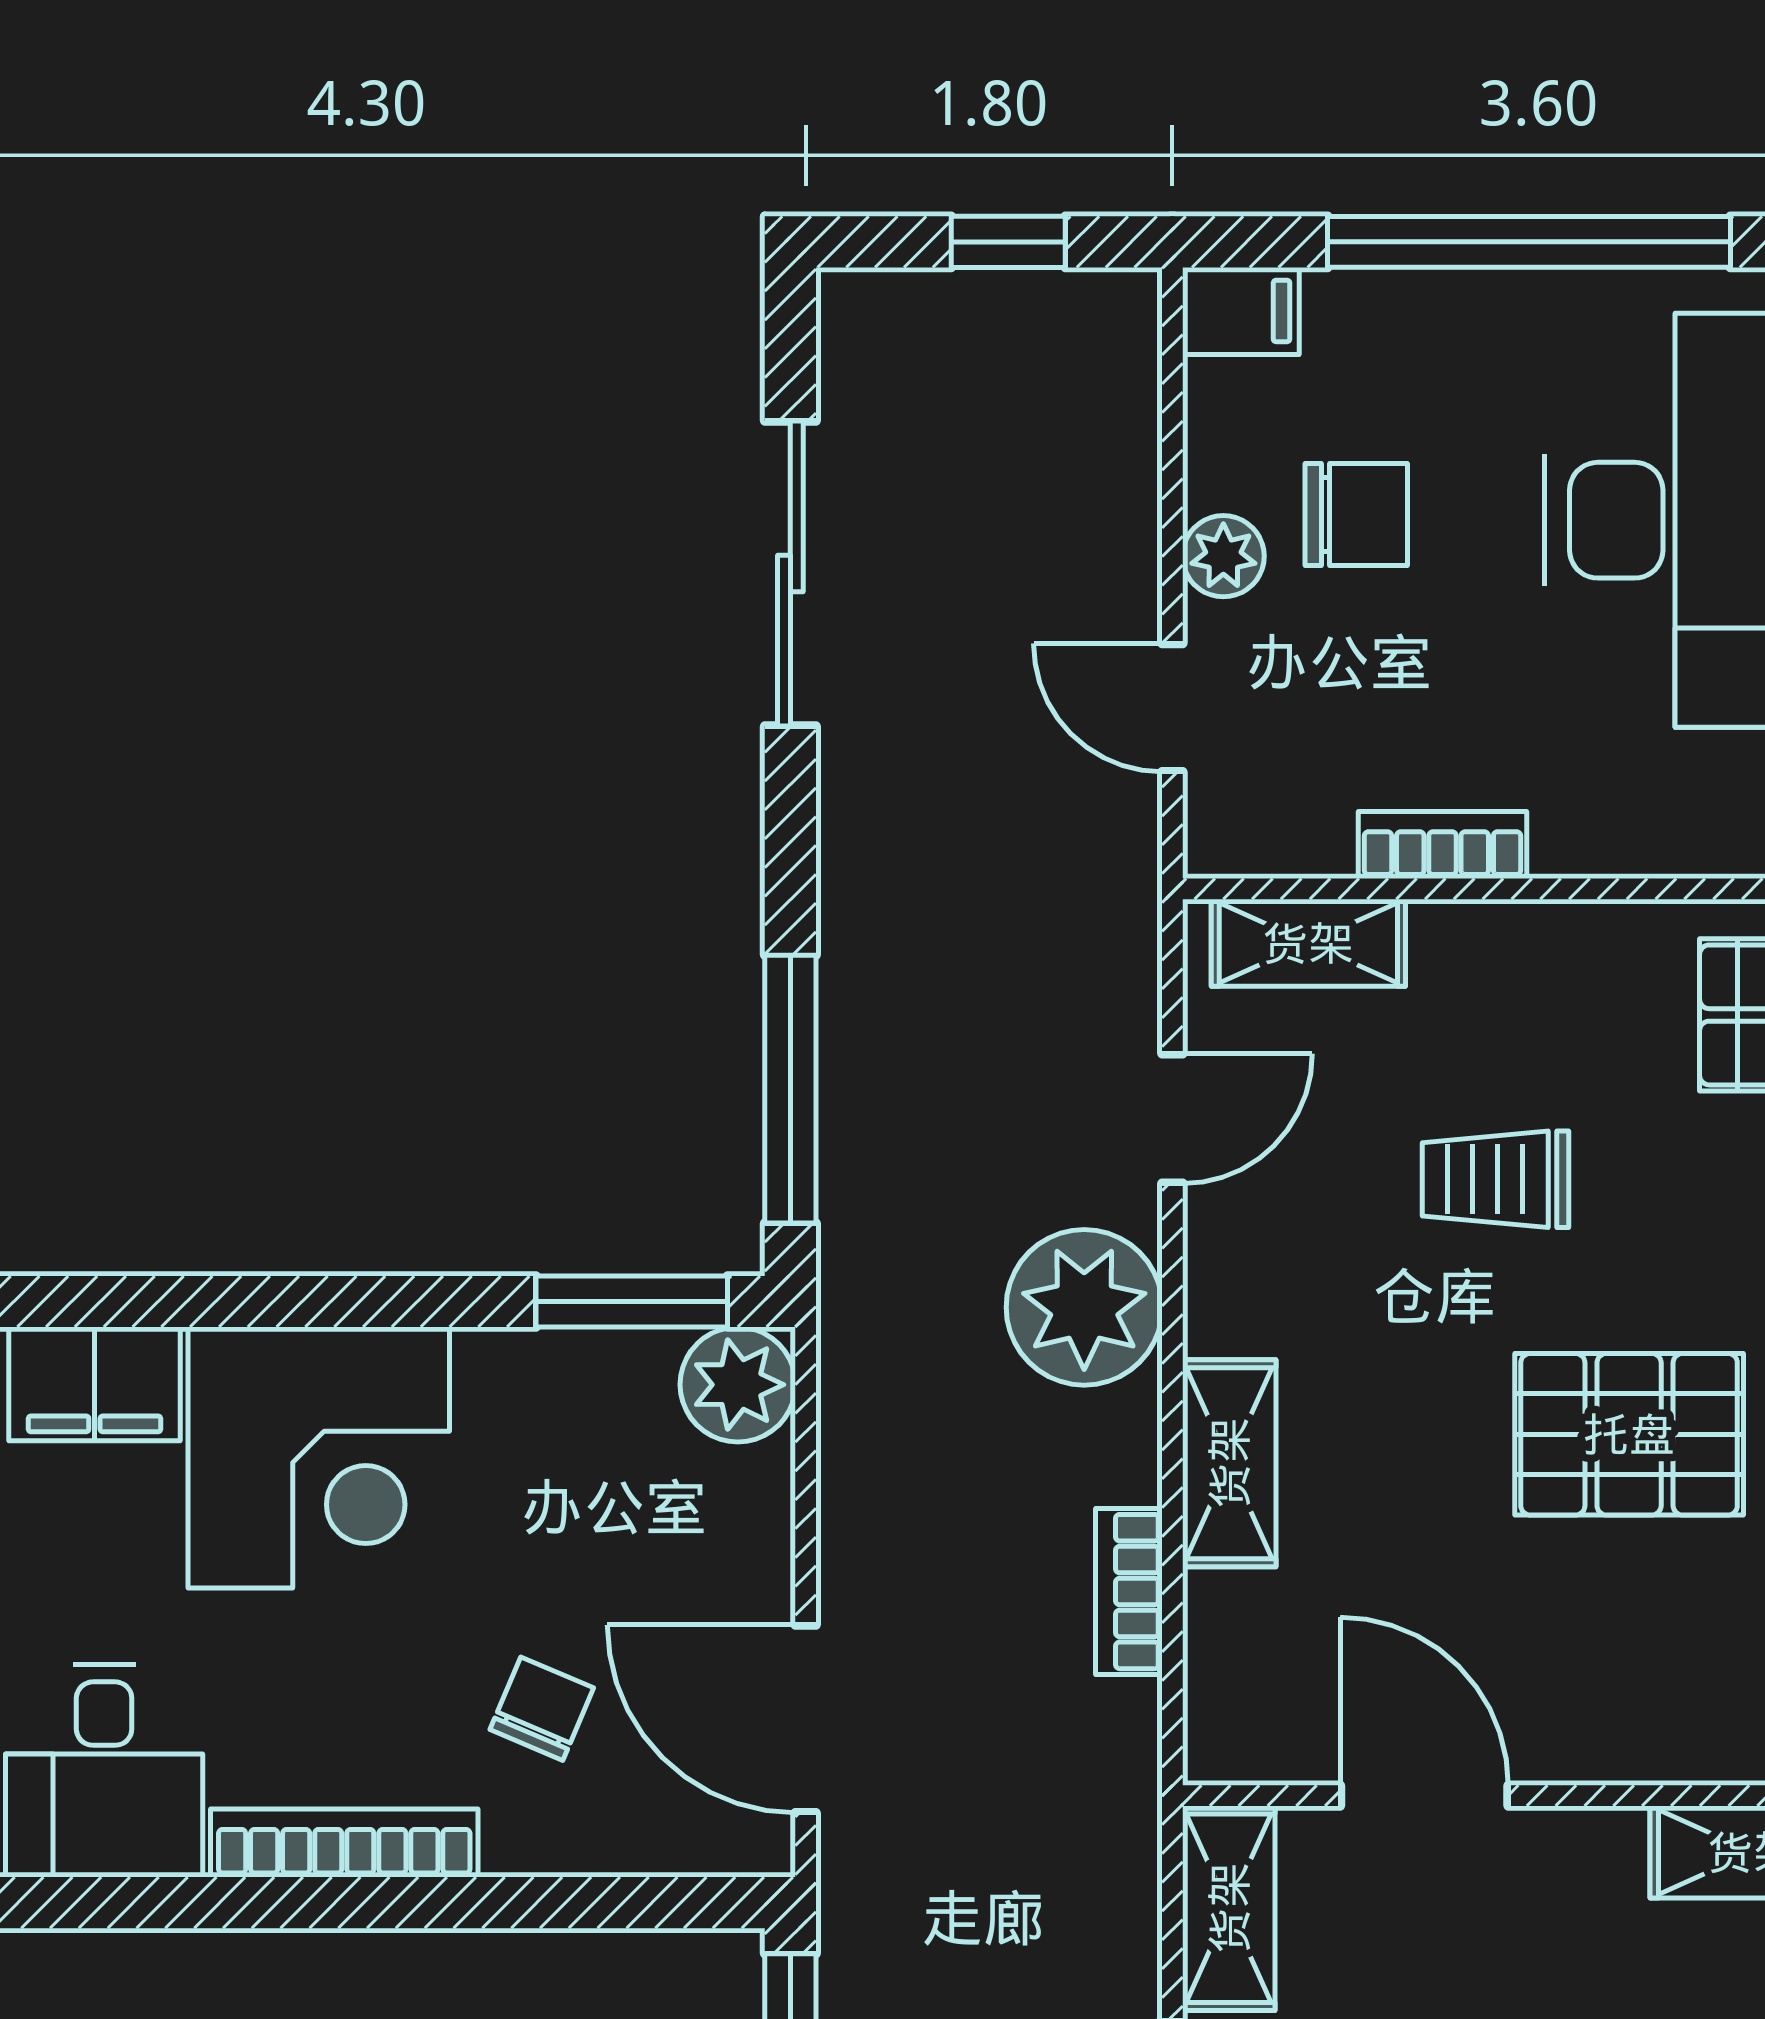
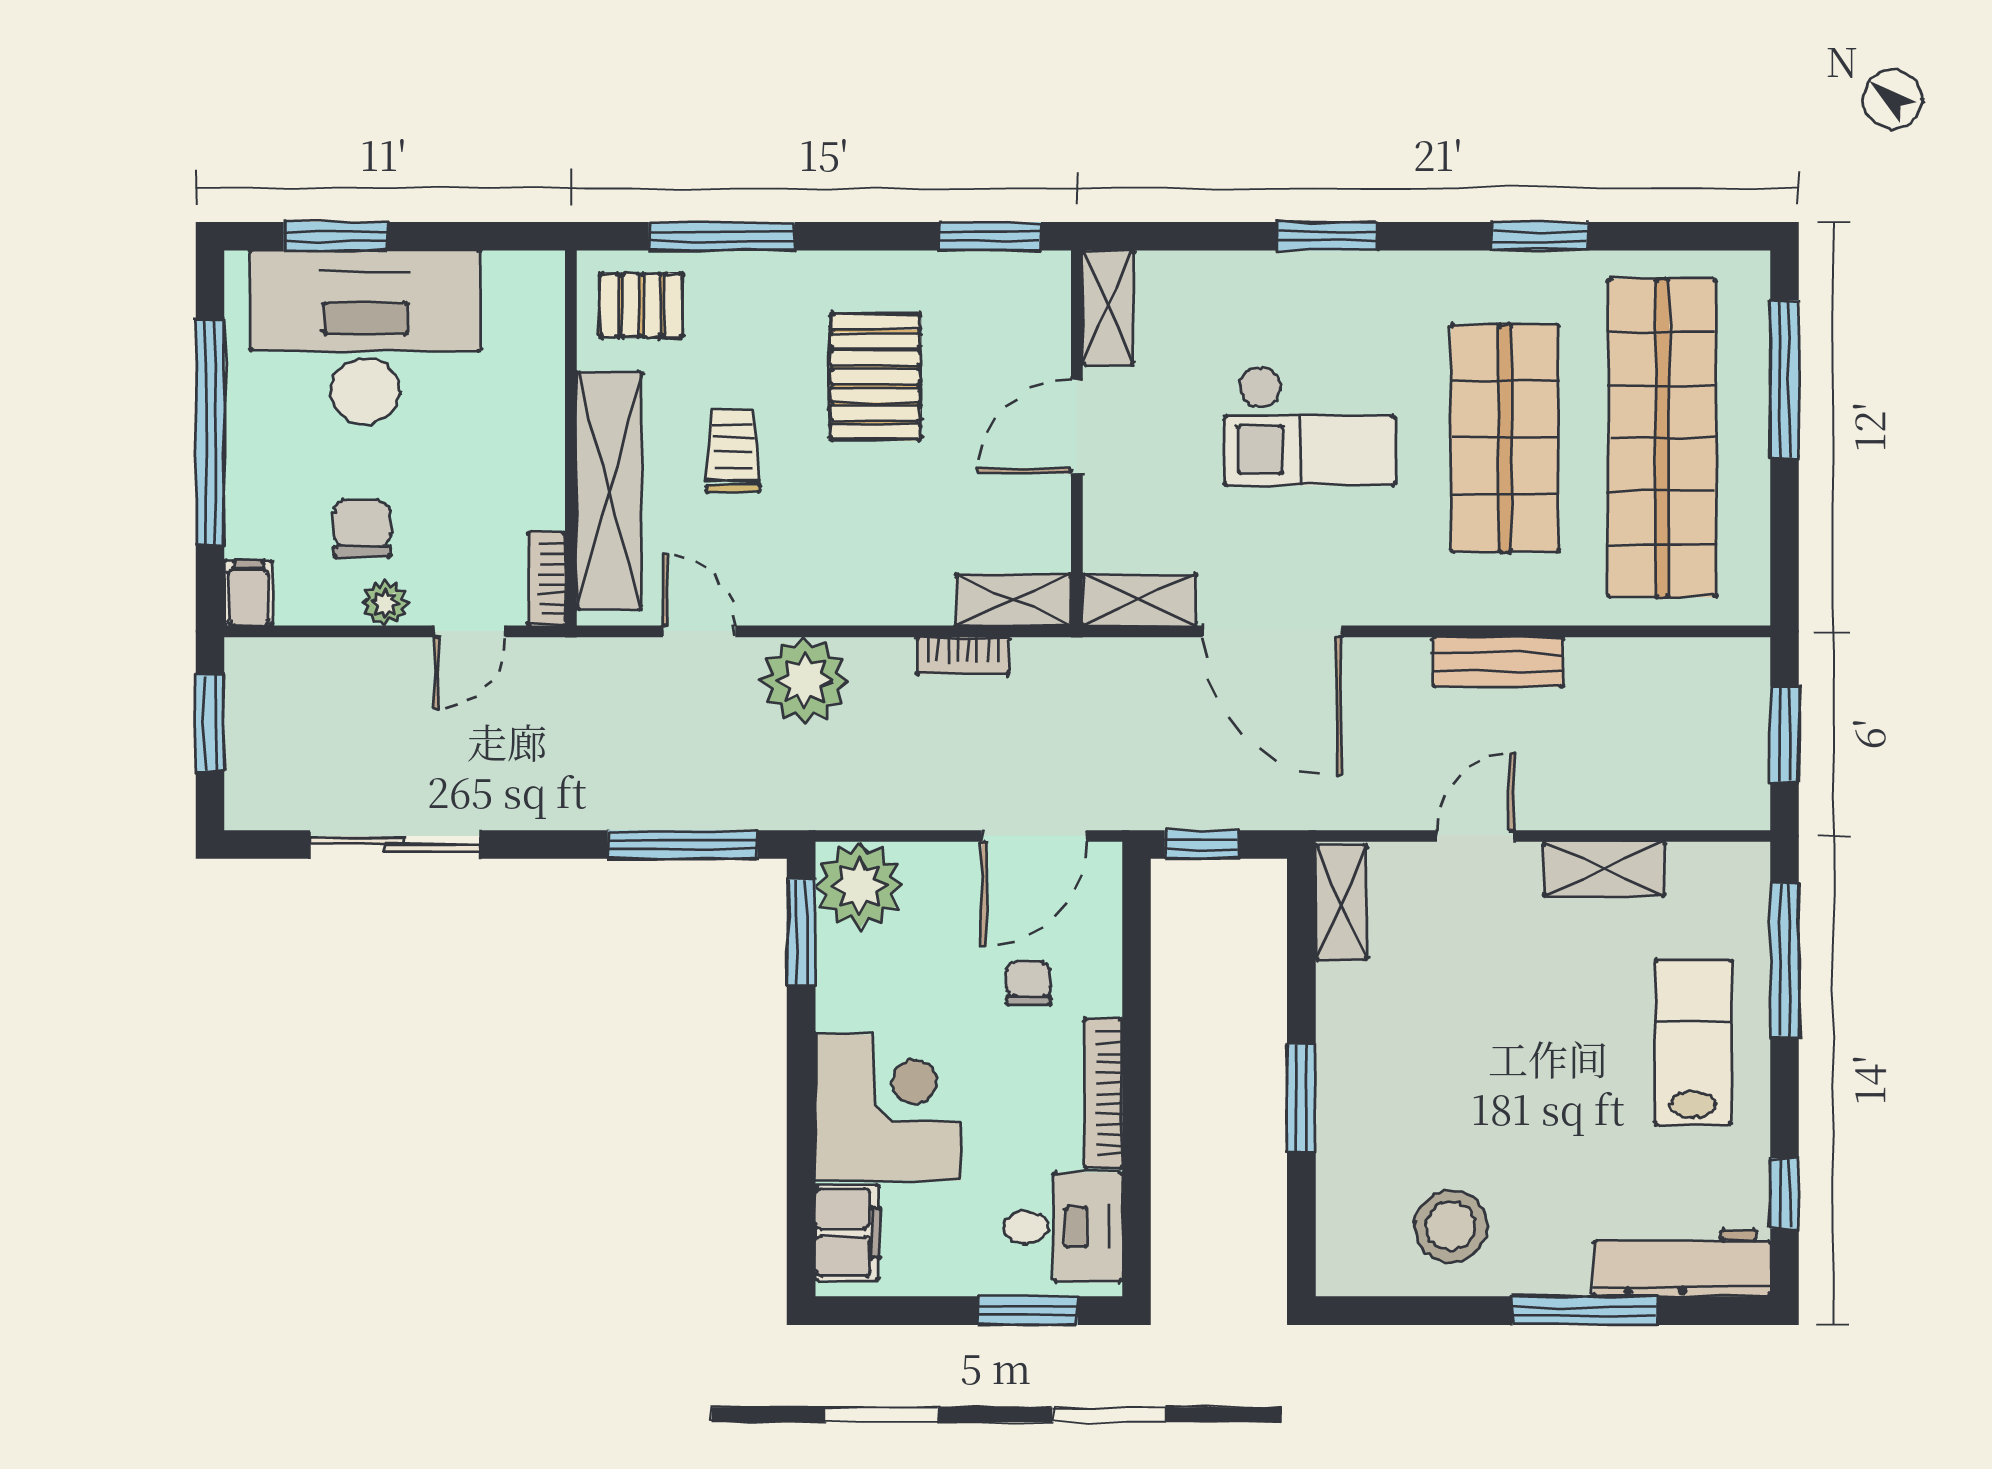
window: (1008, 242) -> (210, 723), width x1.50
bookcase: (1443, 845) -> (546, 579), moved
shelving: (1308, 943) -> (609, 491), width x2.20, depth x1.33
trolley: (1495, 1179) -> (733, 451), turned 180
plant: (738, 1385) -> (859, 885), width x1.36, depth x1.36
shelving: (1229, 1463) -> (1013, 600), moved
chair: (542, 1709) -> (1028, 983), turned 67
door: (1424, 1796) -> (1077, 426), moved

